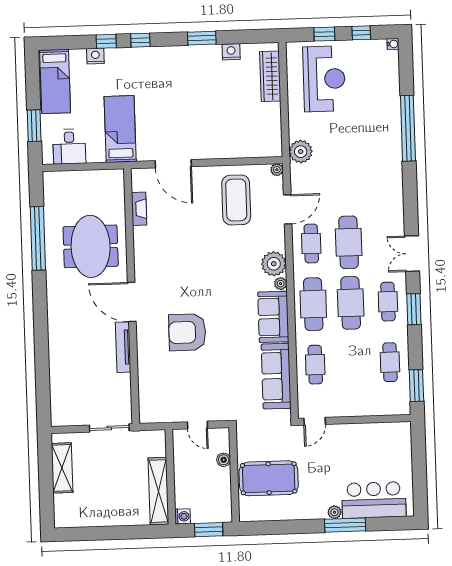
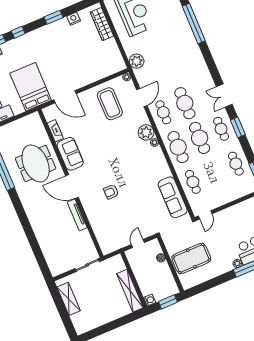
bed: (120, 129) -> (31, 87), width x1.50
sofa: (273, 317) -> (70, 154), moved, turned 180
armchair: (187, 332) -> (111, 192), width x0.53, depth x0.53
door: (197, 425) -> (138, 244), swing flipped

